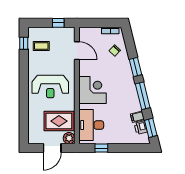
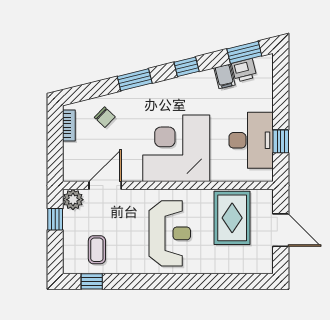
corner desk: (93, 90) -> (176, 148), width x1.36, depth x1.36
window: (143, 96) -> (187, 67), width x0.46
desk: (91, 125) -> (251, 140), moved, turned -90
plant: (69, 138) -> (73, 200), moved

